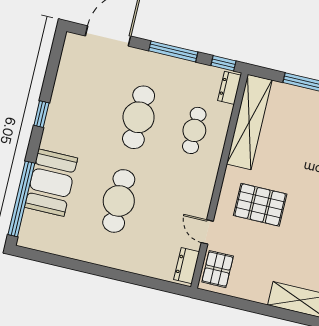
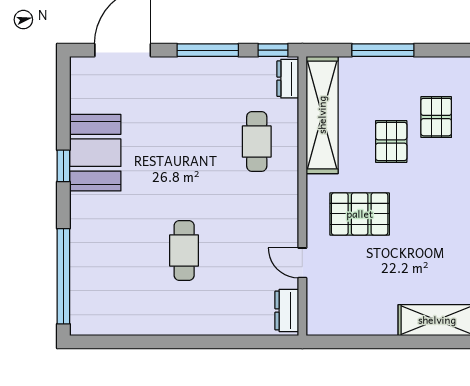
cafe table: (139, 117) -> (184, 141), removed
booth: (51, 183) -> (95, 153), moved
cafe table: (119, 201) -> (184, 250), width x0.73, depth x0.74
pallet: (218, 269) -> (391, 141), moved

